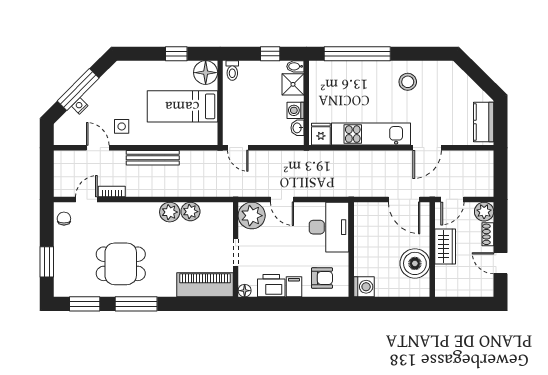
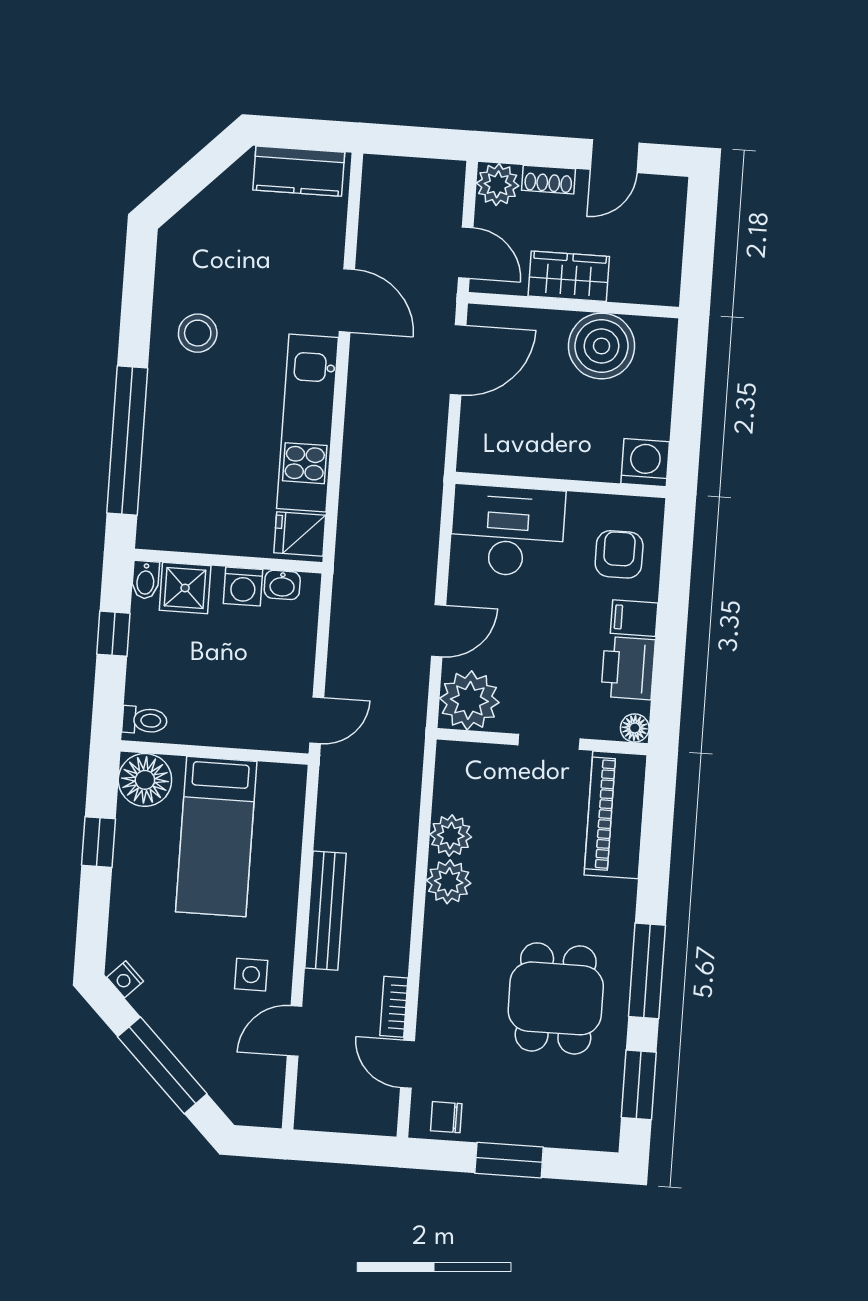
nightstand: (80, 106) -> (125, 979), moved
window: (47, 262) -> (509, 1160), moved

